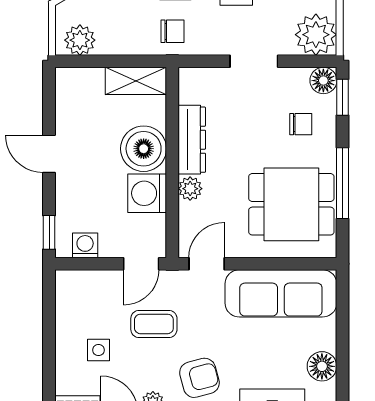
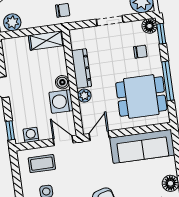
boiler: (144, 149) -> (62, 82), width x0.54, depth x0.54
door: (141, 264) -> (63, 141), swing flipped
coffee table: (154, 324) -> (42, 164), moved

